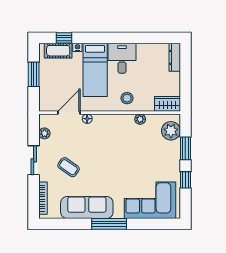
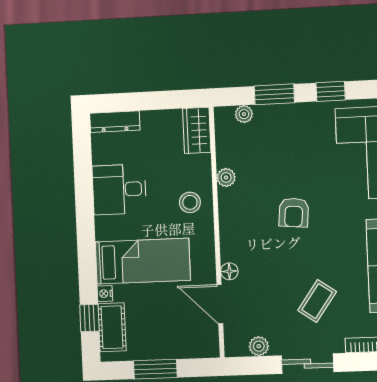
desk: (122, 58) -> (119, 189), moved
plant: (171, 131) -> (244, 114), width x0.53, depth x0.53
armchair: (119, 156) -> (294, 212), added

